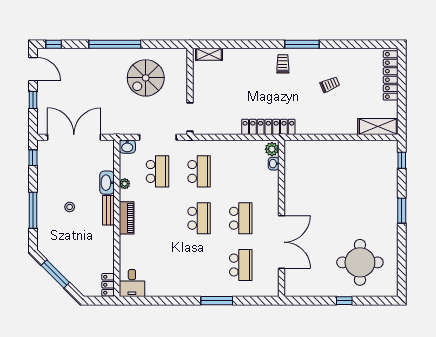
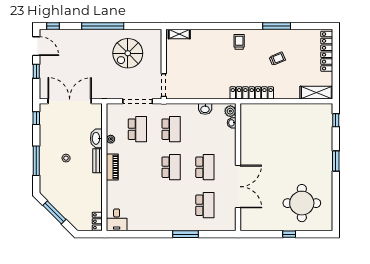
window: (302, 44) -> (277, 26), moved
locker: (268, 127) -> (252, 93), moved
washbasin: (127, 147) -> (205, 109), moved

